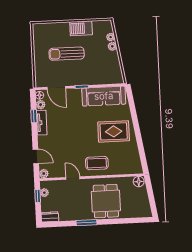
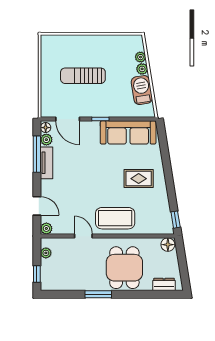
barbecue: (81, 28) -> (142, 90), moved, turned 81
window: (34, 116) -> (37, 154), width x2.17
rug: (114, 131) -> (139, 179), width x0.73, depth x0.70
window: (144, 162) -> (176, 220), added
coffee table: (97, 163) -> (115, 218), width x1.36, depth x1.32
window: (38, 196) -> (37, 274), moved
dresser: (50, 217) -> (164, 284), moved

